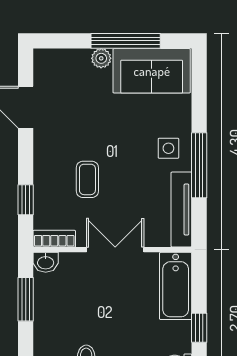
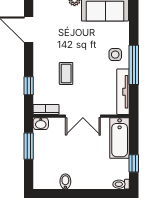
double door: (115, 250) -> (83, 116), swing flipped

